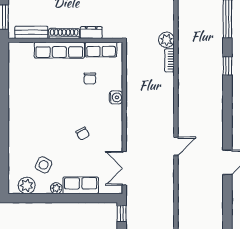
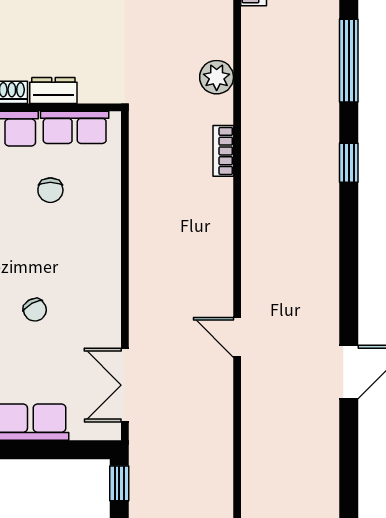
plant: (166, 40) -> (217, 77), moved
water cooler: (116, 97) -> (107, 231), removed
door: (176, 146) -> (237, 337), swing flipped

